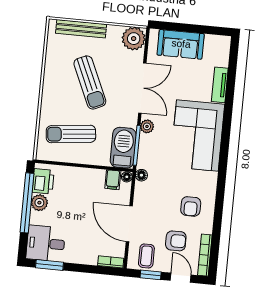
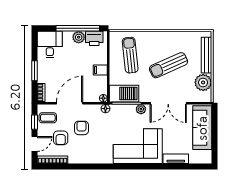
plant: (134, 39) -> (203, 82), moved
sofa: (181, 44) -> (202, 128), width x1.36
filing cabinet: (113, 180) -> (100, 70), moved
armchair: (191, 206) -> (81, 128), moved, turned 90
window: (49, 265) -> (35, 71), moved

